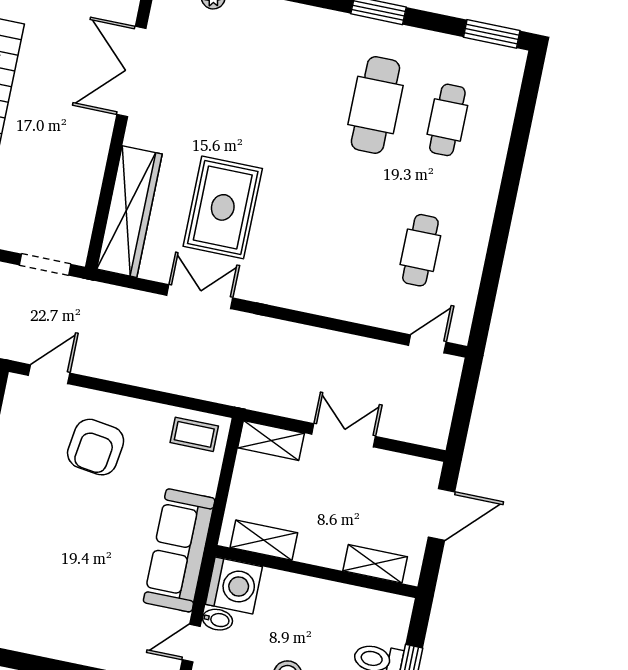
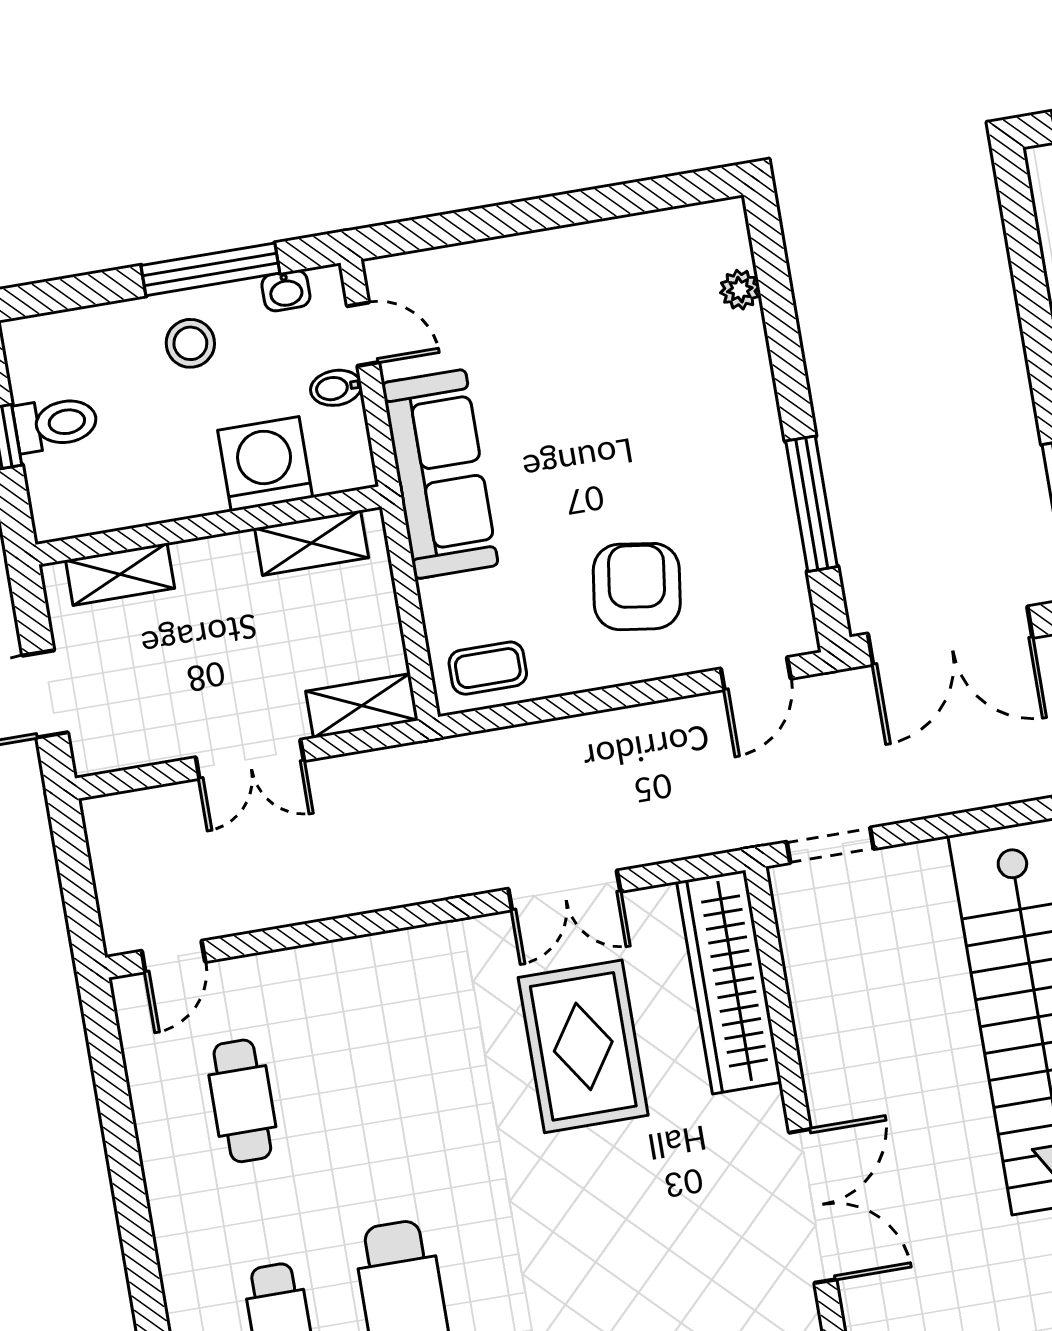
washing machine: (234, 586) -> (265, 464), moved, turned 90
door: (191, 643) -> (363, 334), hinge flipped

